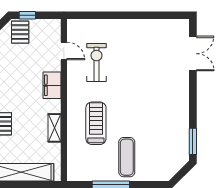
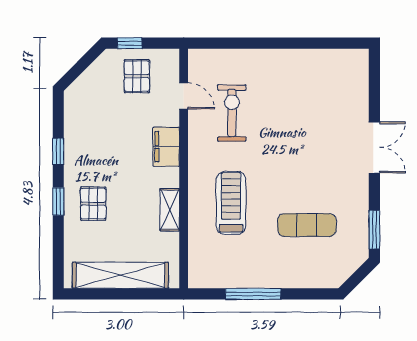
pallet: (20, 32) -> (137, 76), moved
double door: (193, 54) -> (374, 147), moved
exercise mat: (127, 157) -> (307, 225), moved, turned 90

